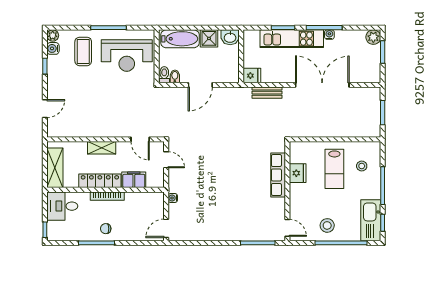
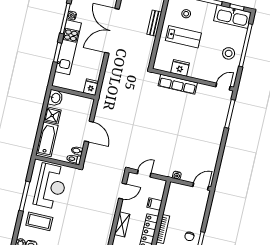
bench: (267, 93) -> (154, 23), moved
filing cabinet: (134, 180) -> (155, 204), width x0.50
door: (166, 228) -> (201, 187), swing flipped

